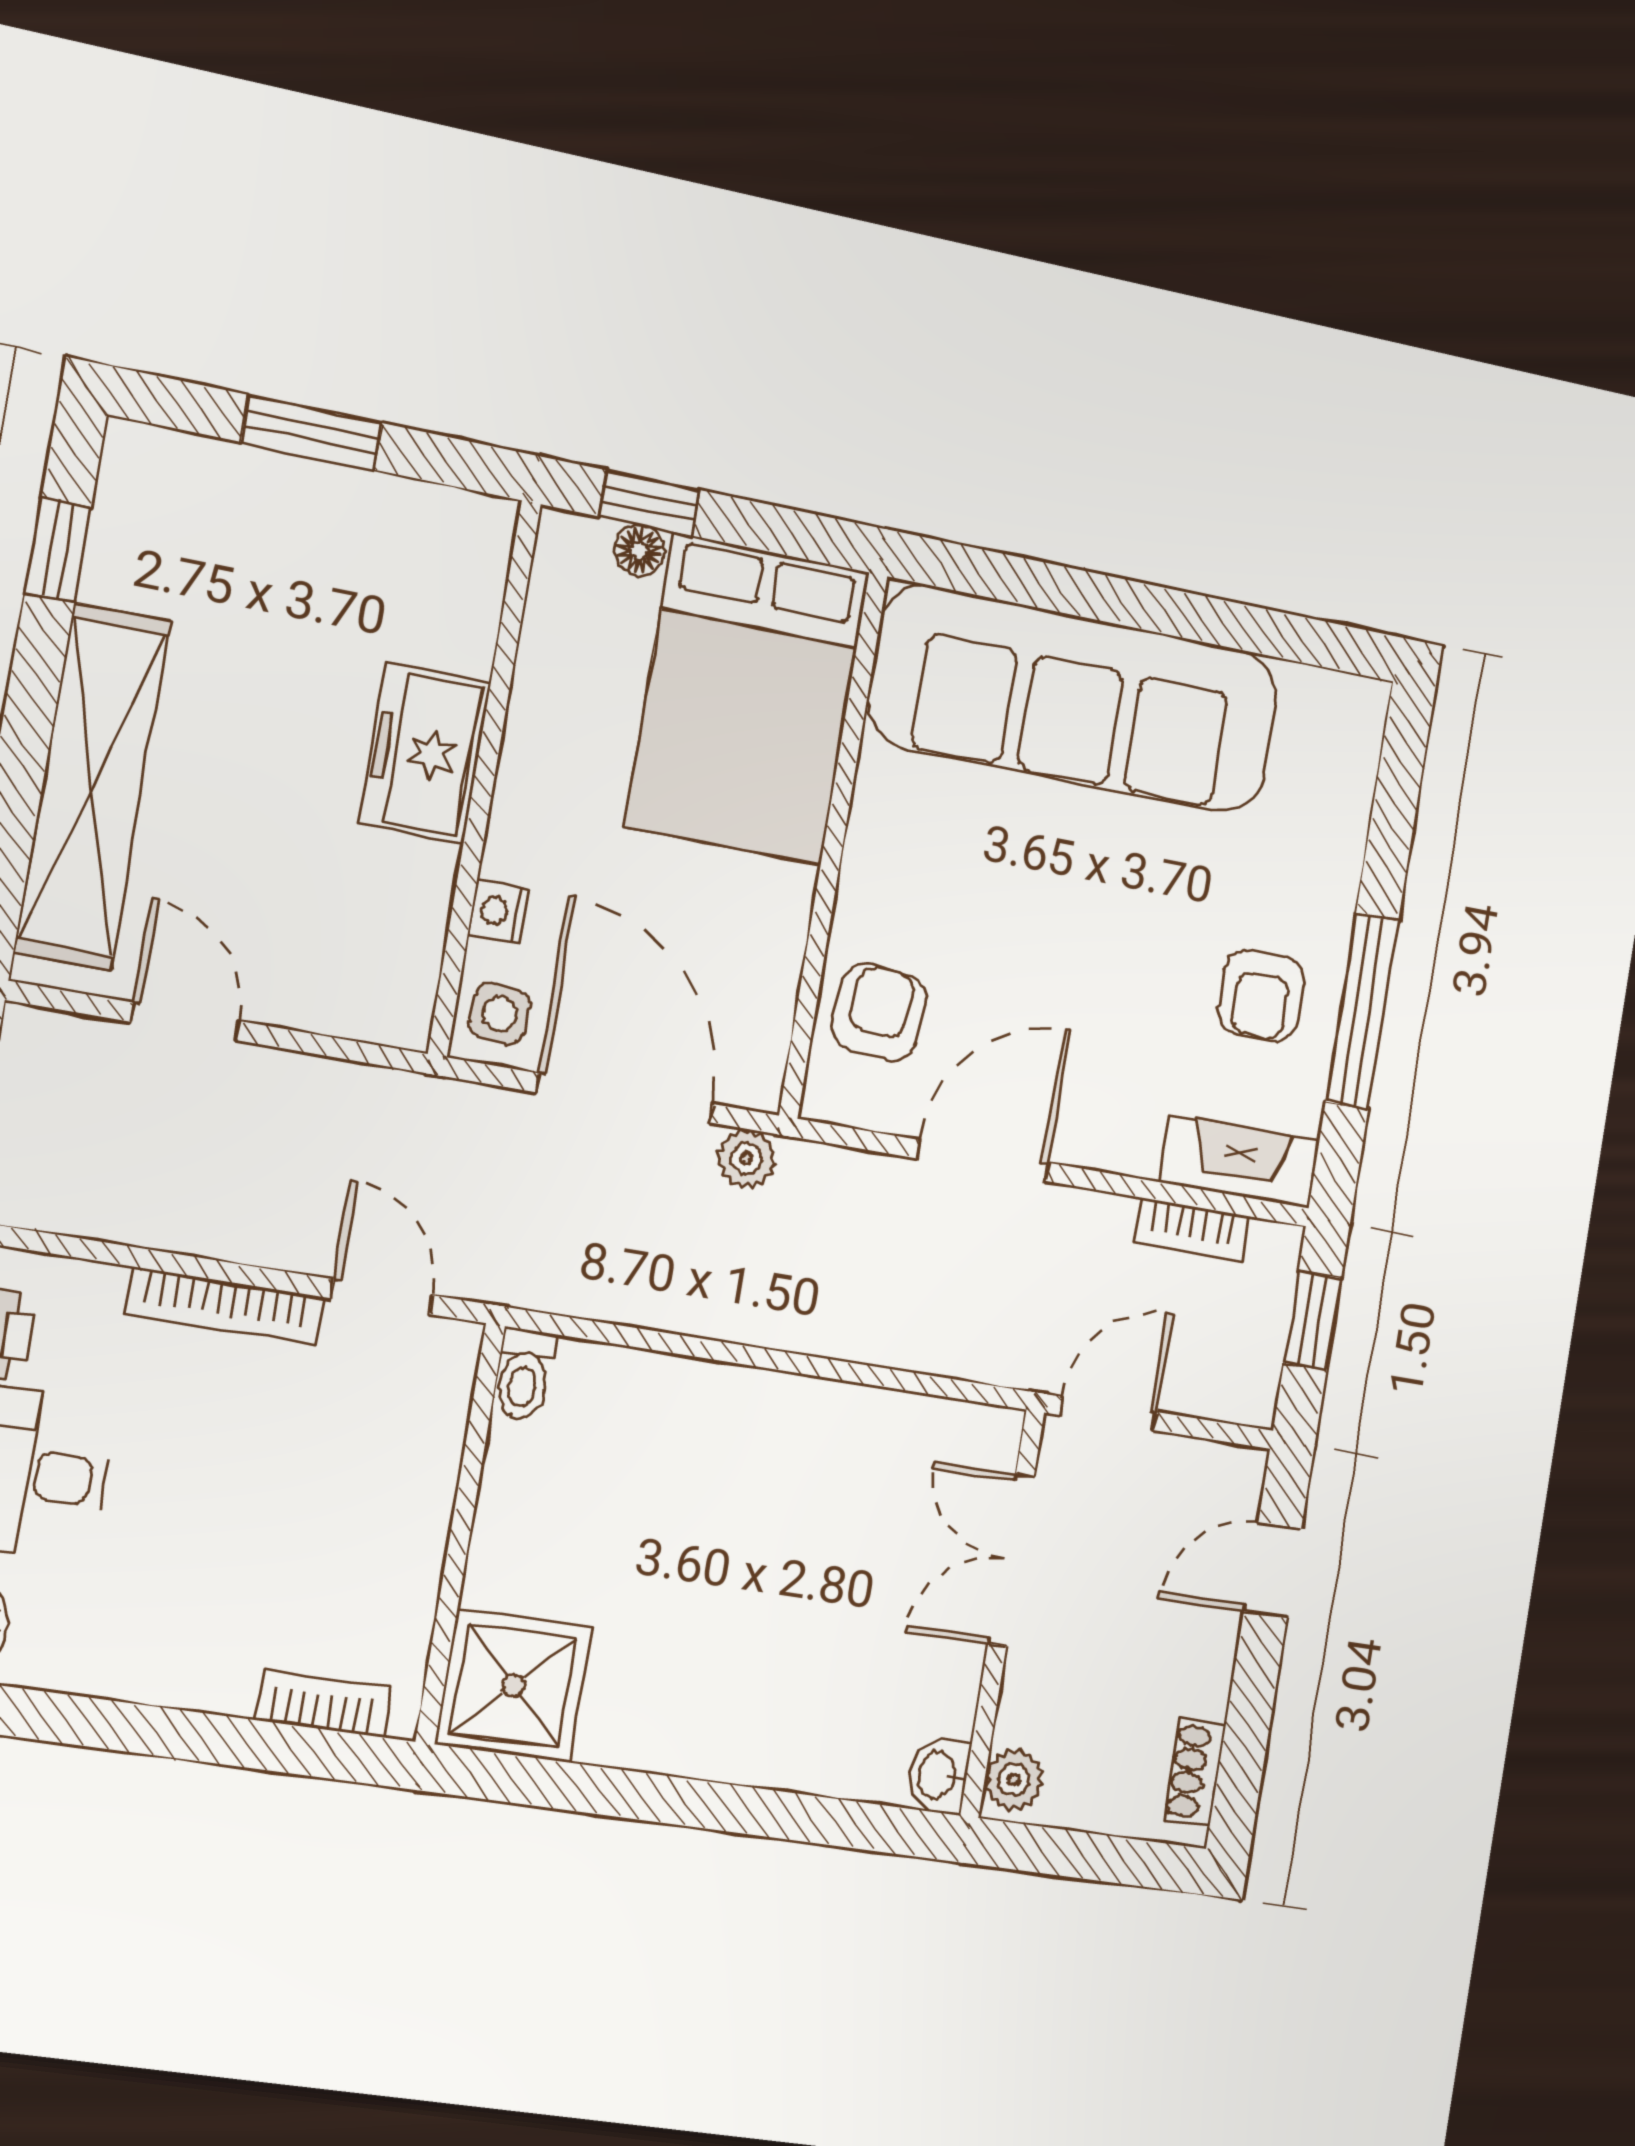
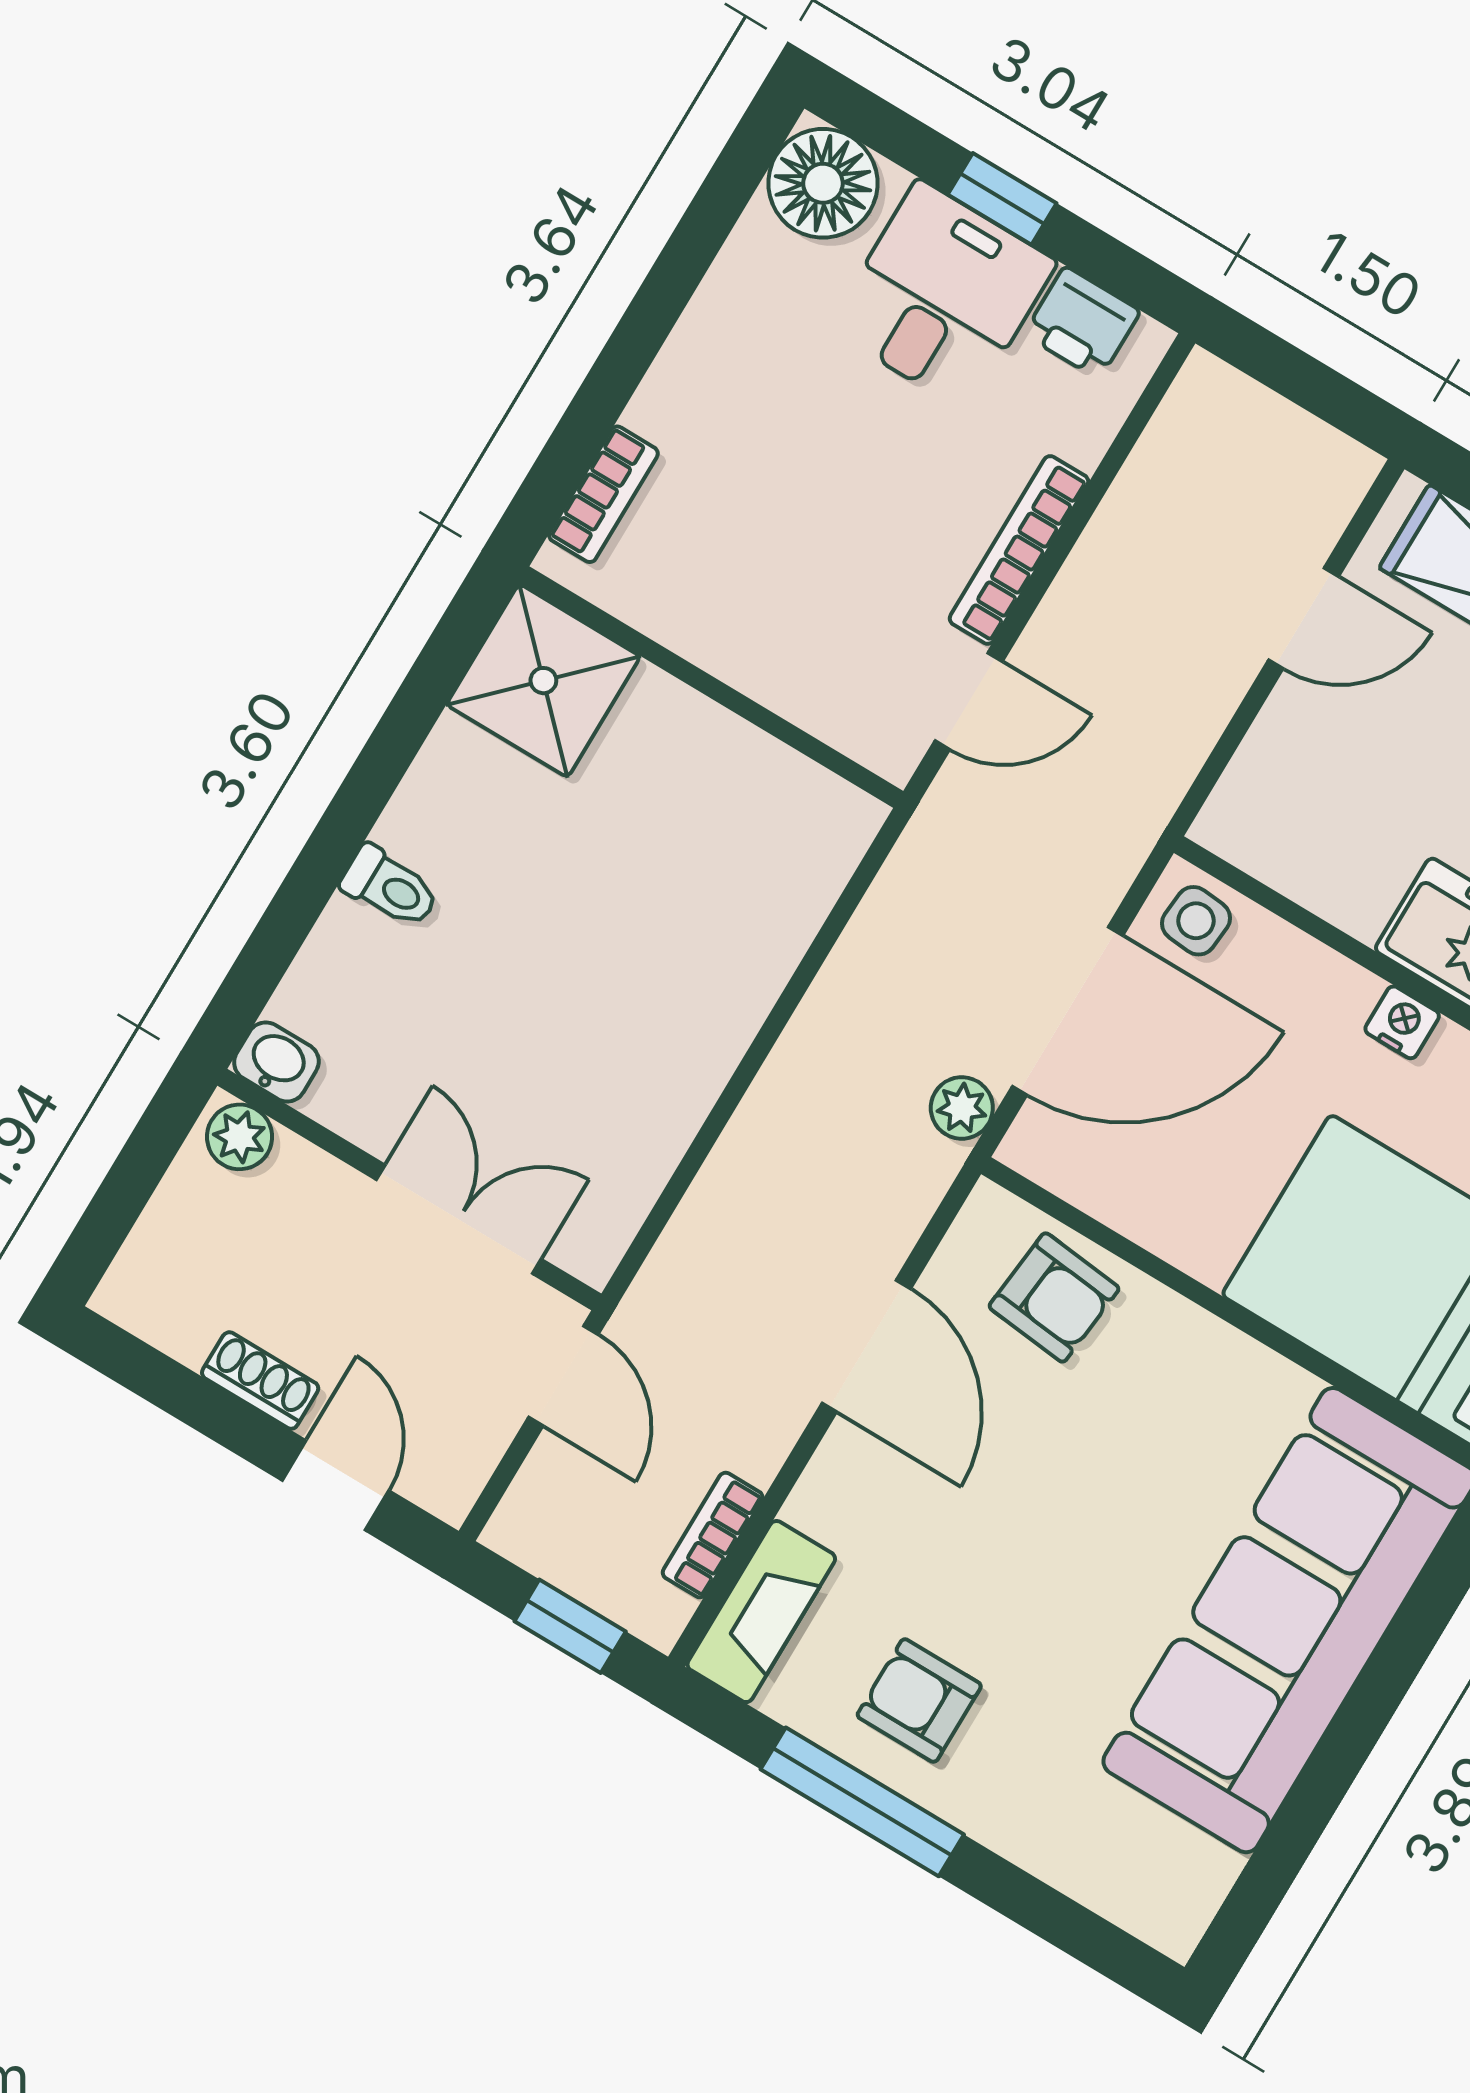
nightstand: (498, 911) -> (1402, 1022), moved
toilet: (524, 1374) -> (390, 887), moved, turned 180
shoe rack: (1195, 1772) -> (260, 1381), moved

